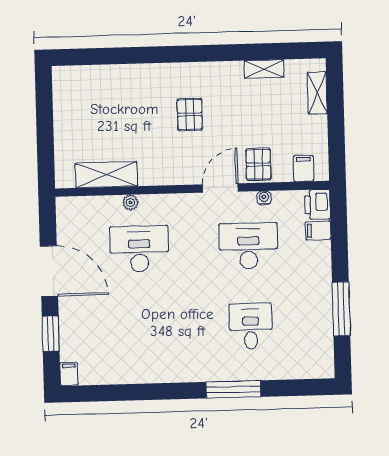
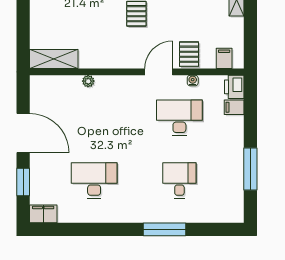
shelving: (106, 175) -> (54, 59), moved
desk: (139, 249) -> (94, 180), moved
filing cabinet: (69, 374) -> (43, 214), width x2.00

